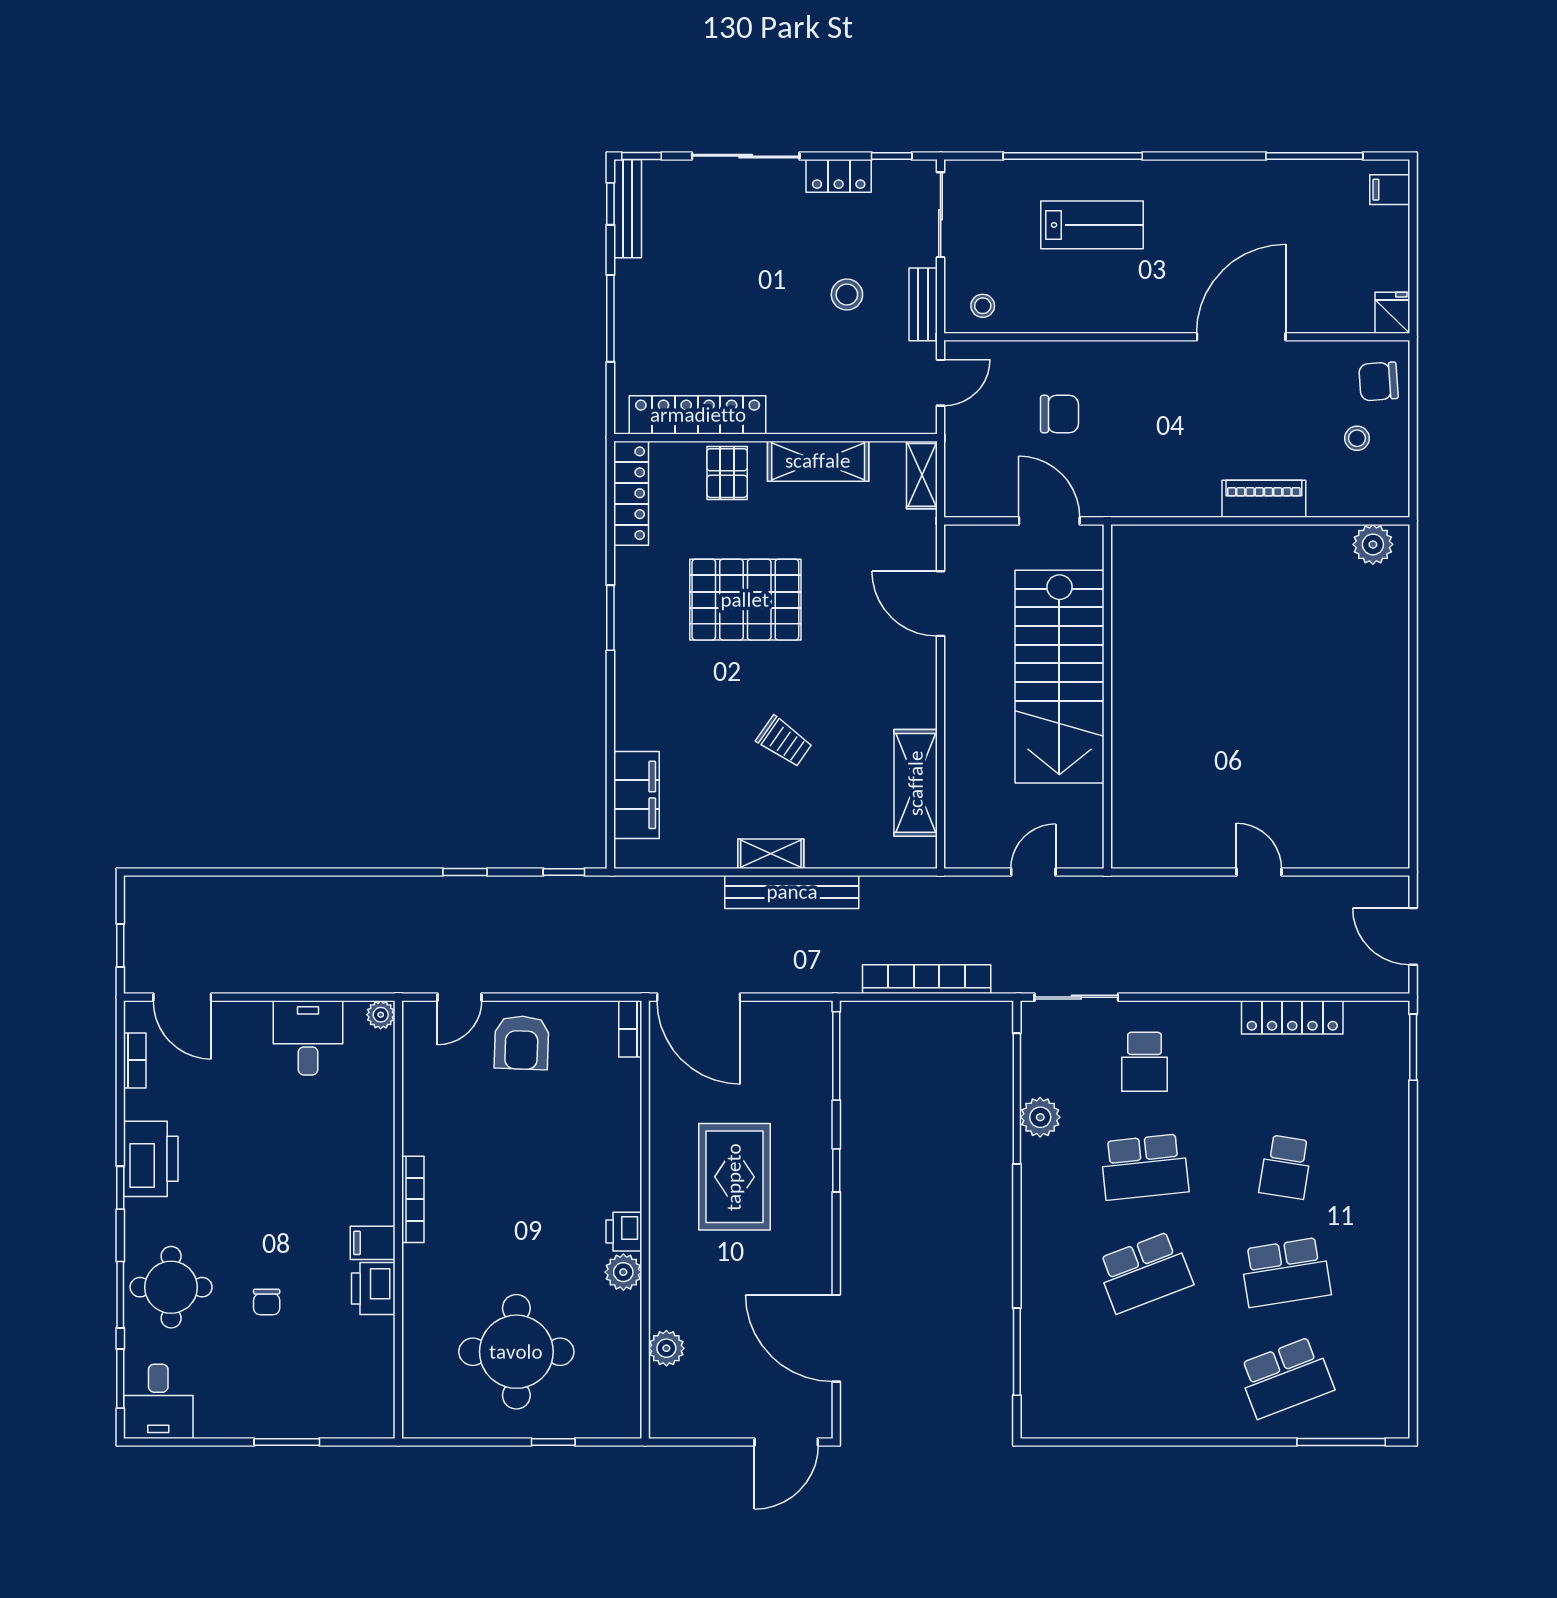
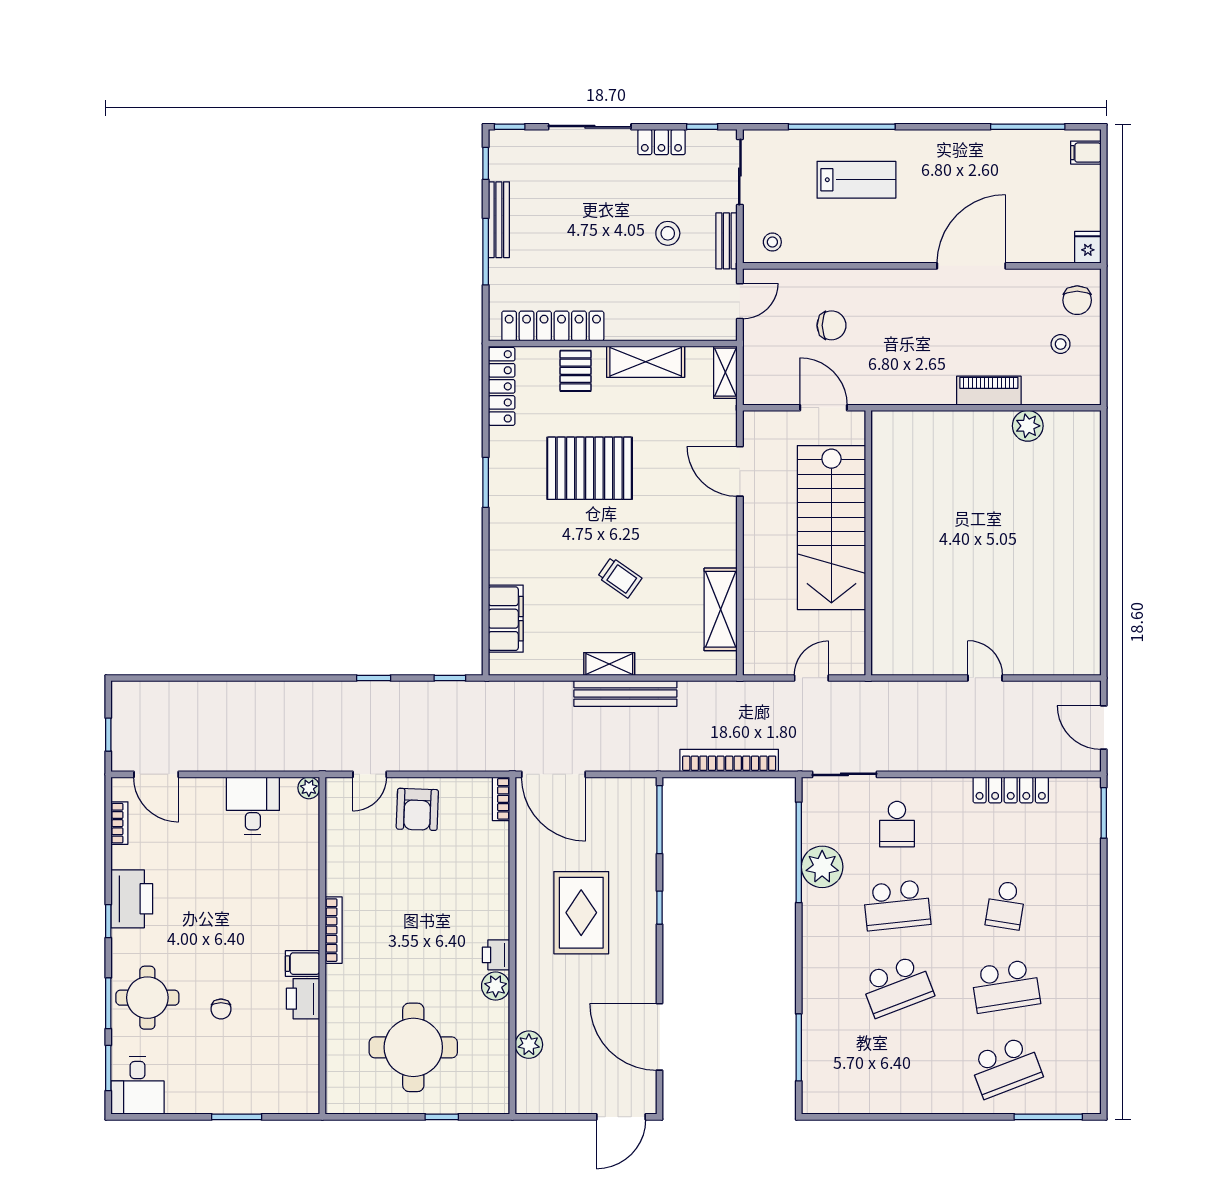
bench: (628, 209) -> (499, 220), moved
chair: (1379, 381) -> (1077, 300), turned -86
plant: (1373, 544) -> (1028, 426), moved
plant: (1040, 1117) -> (822, 867), width x1.36, depth x1.36

